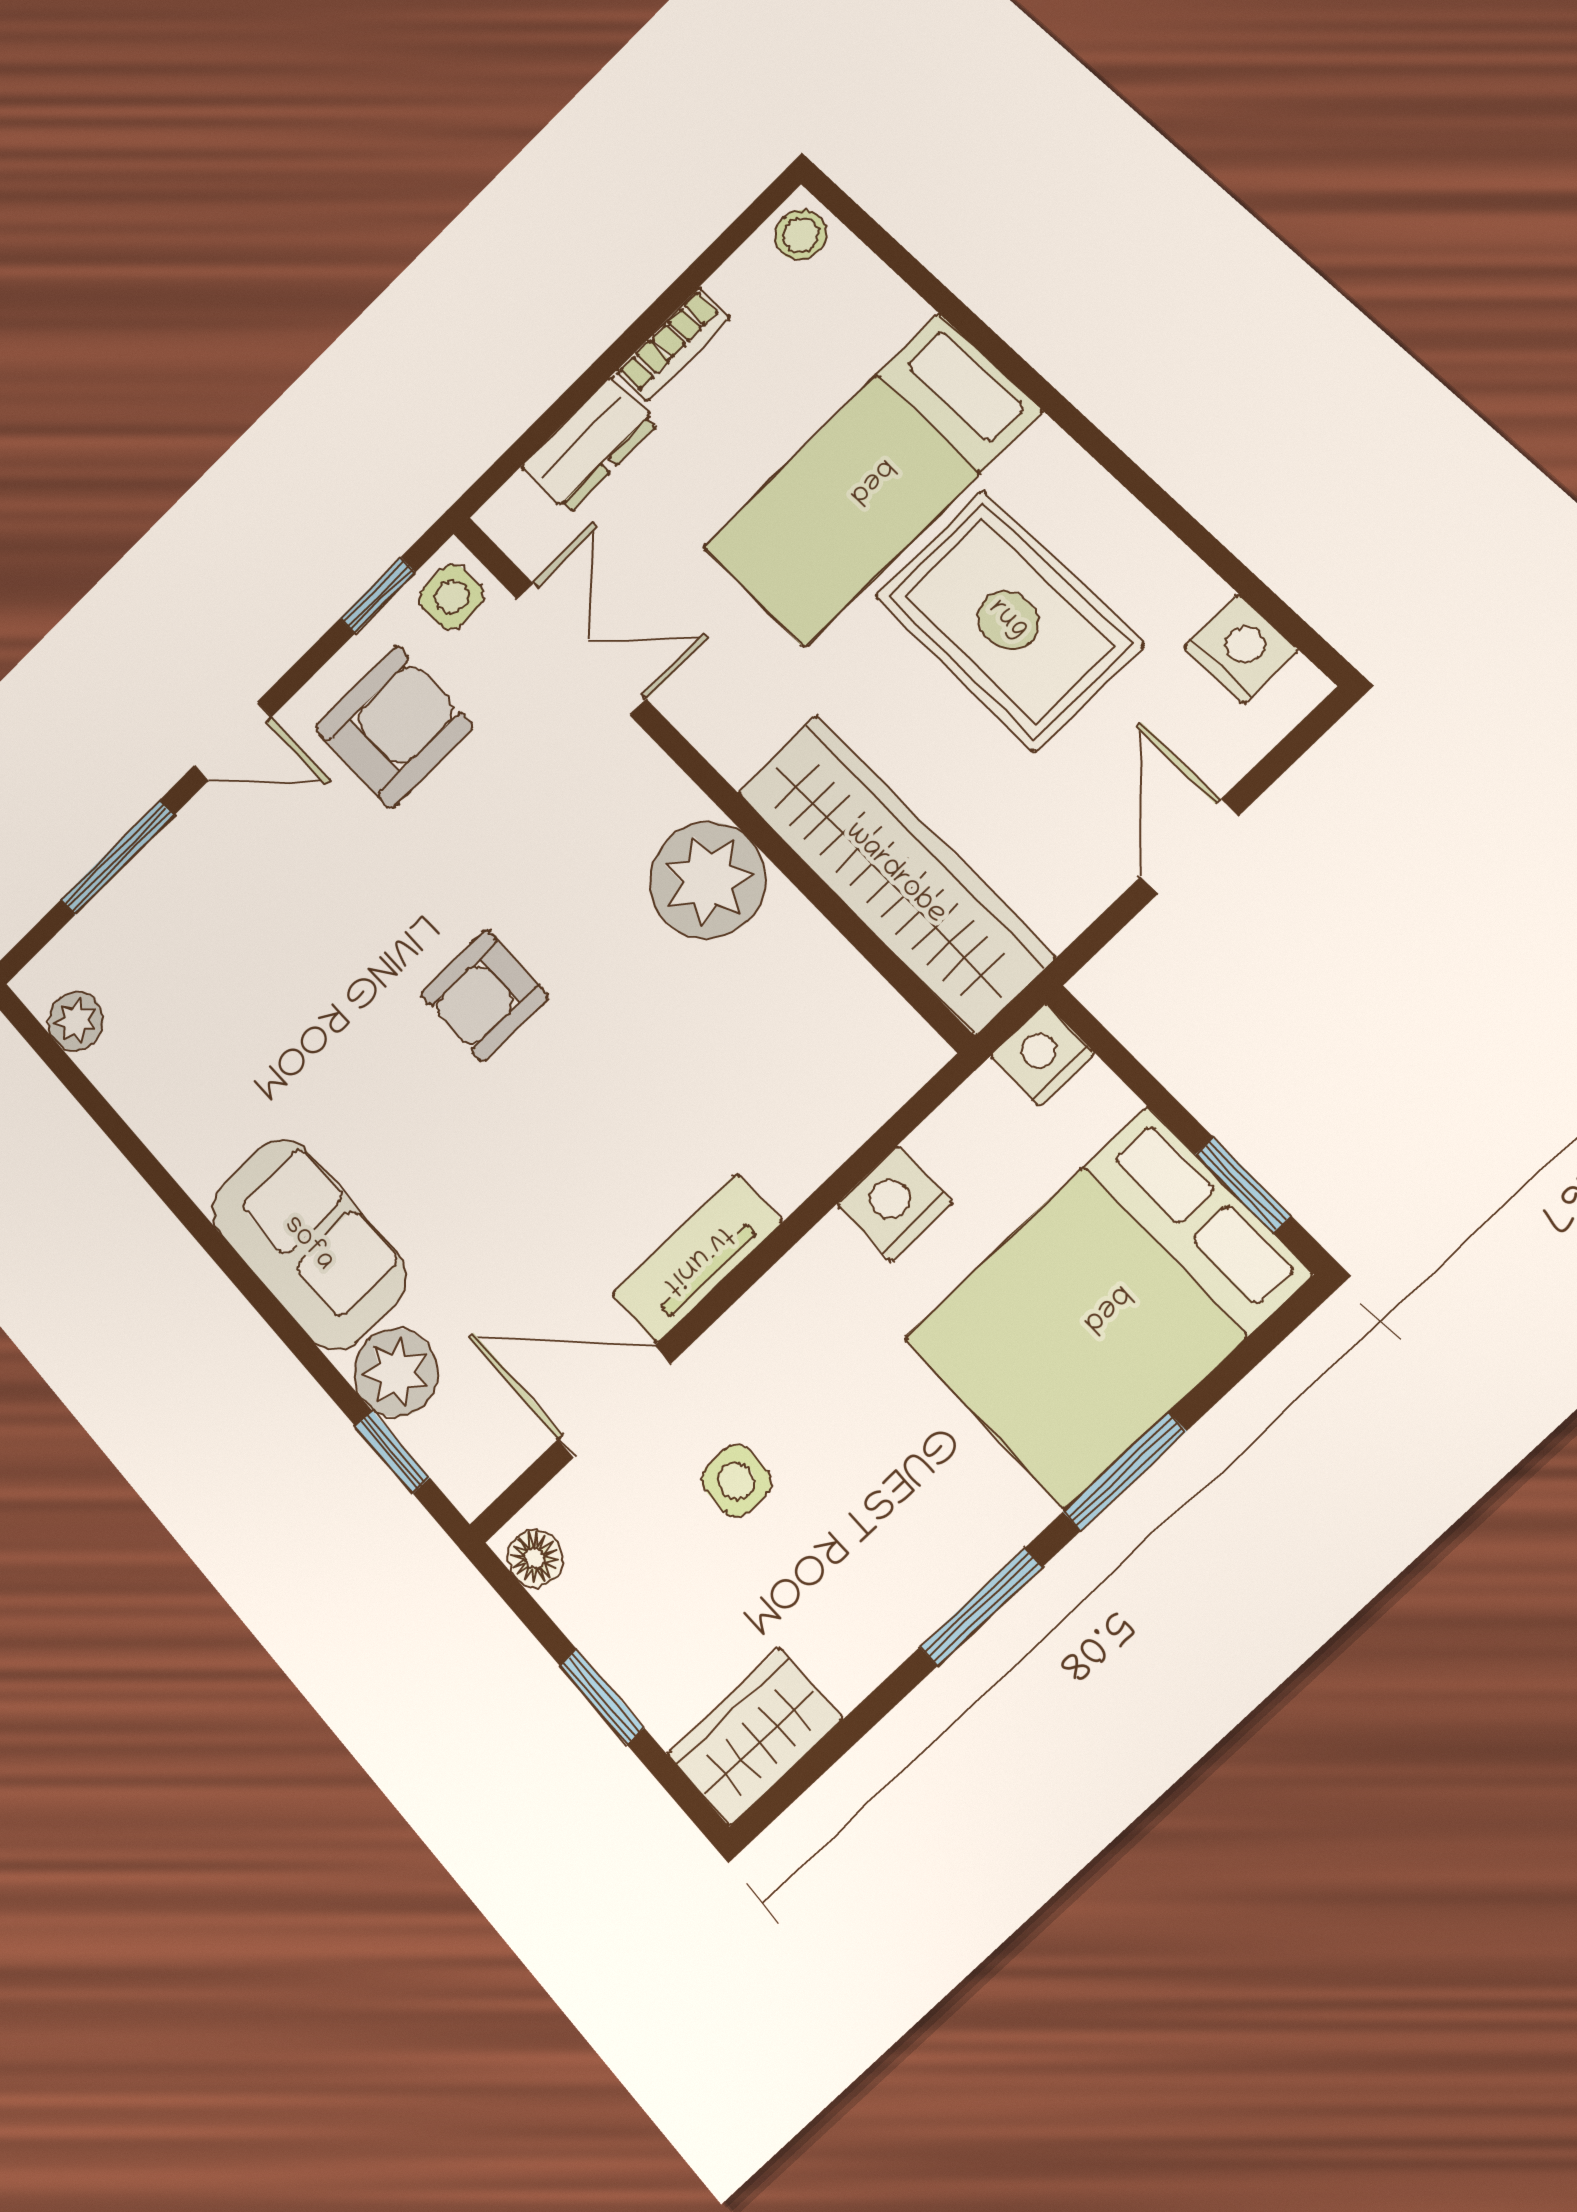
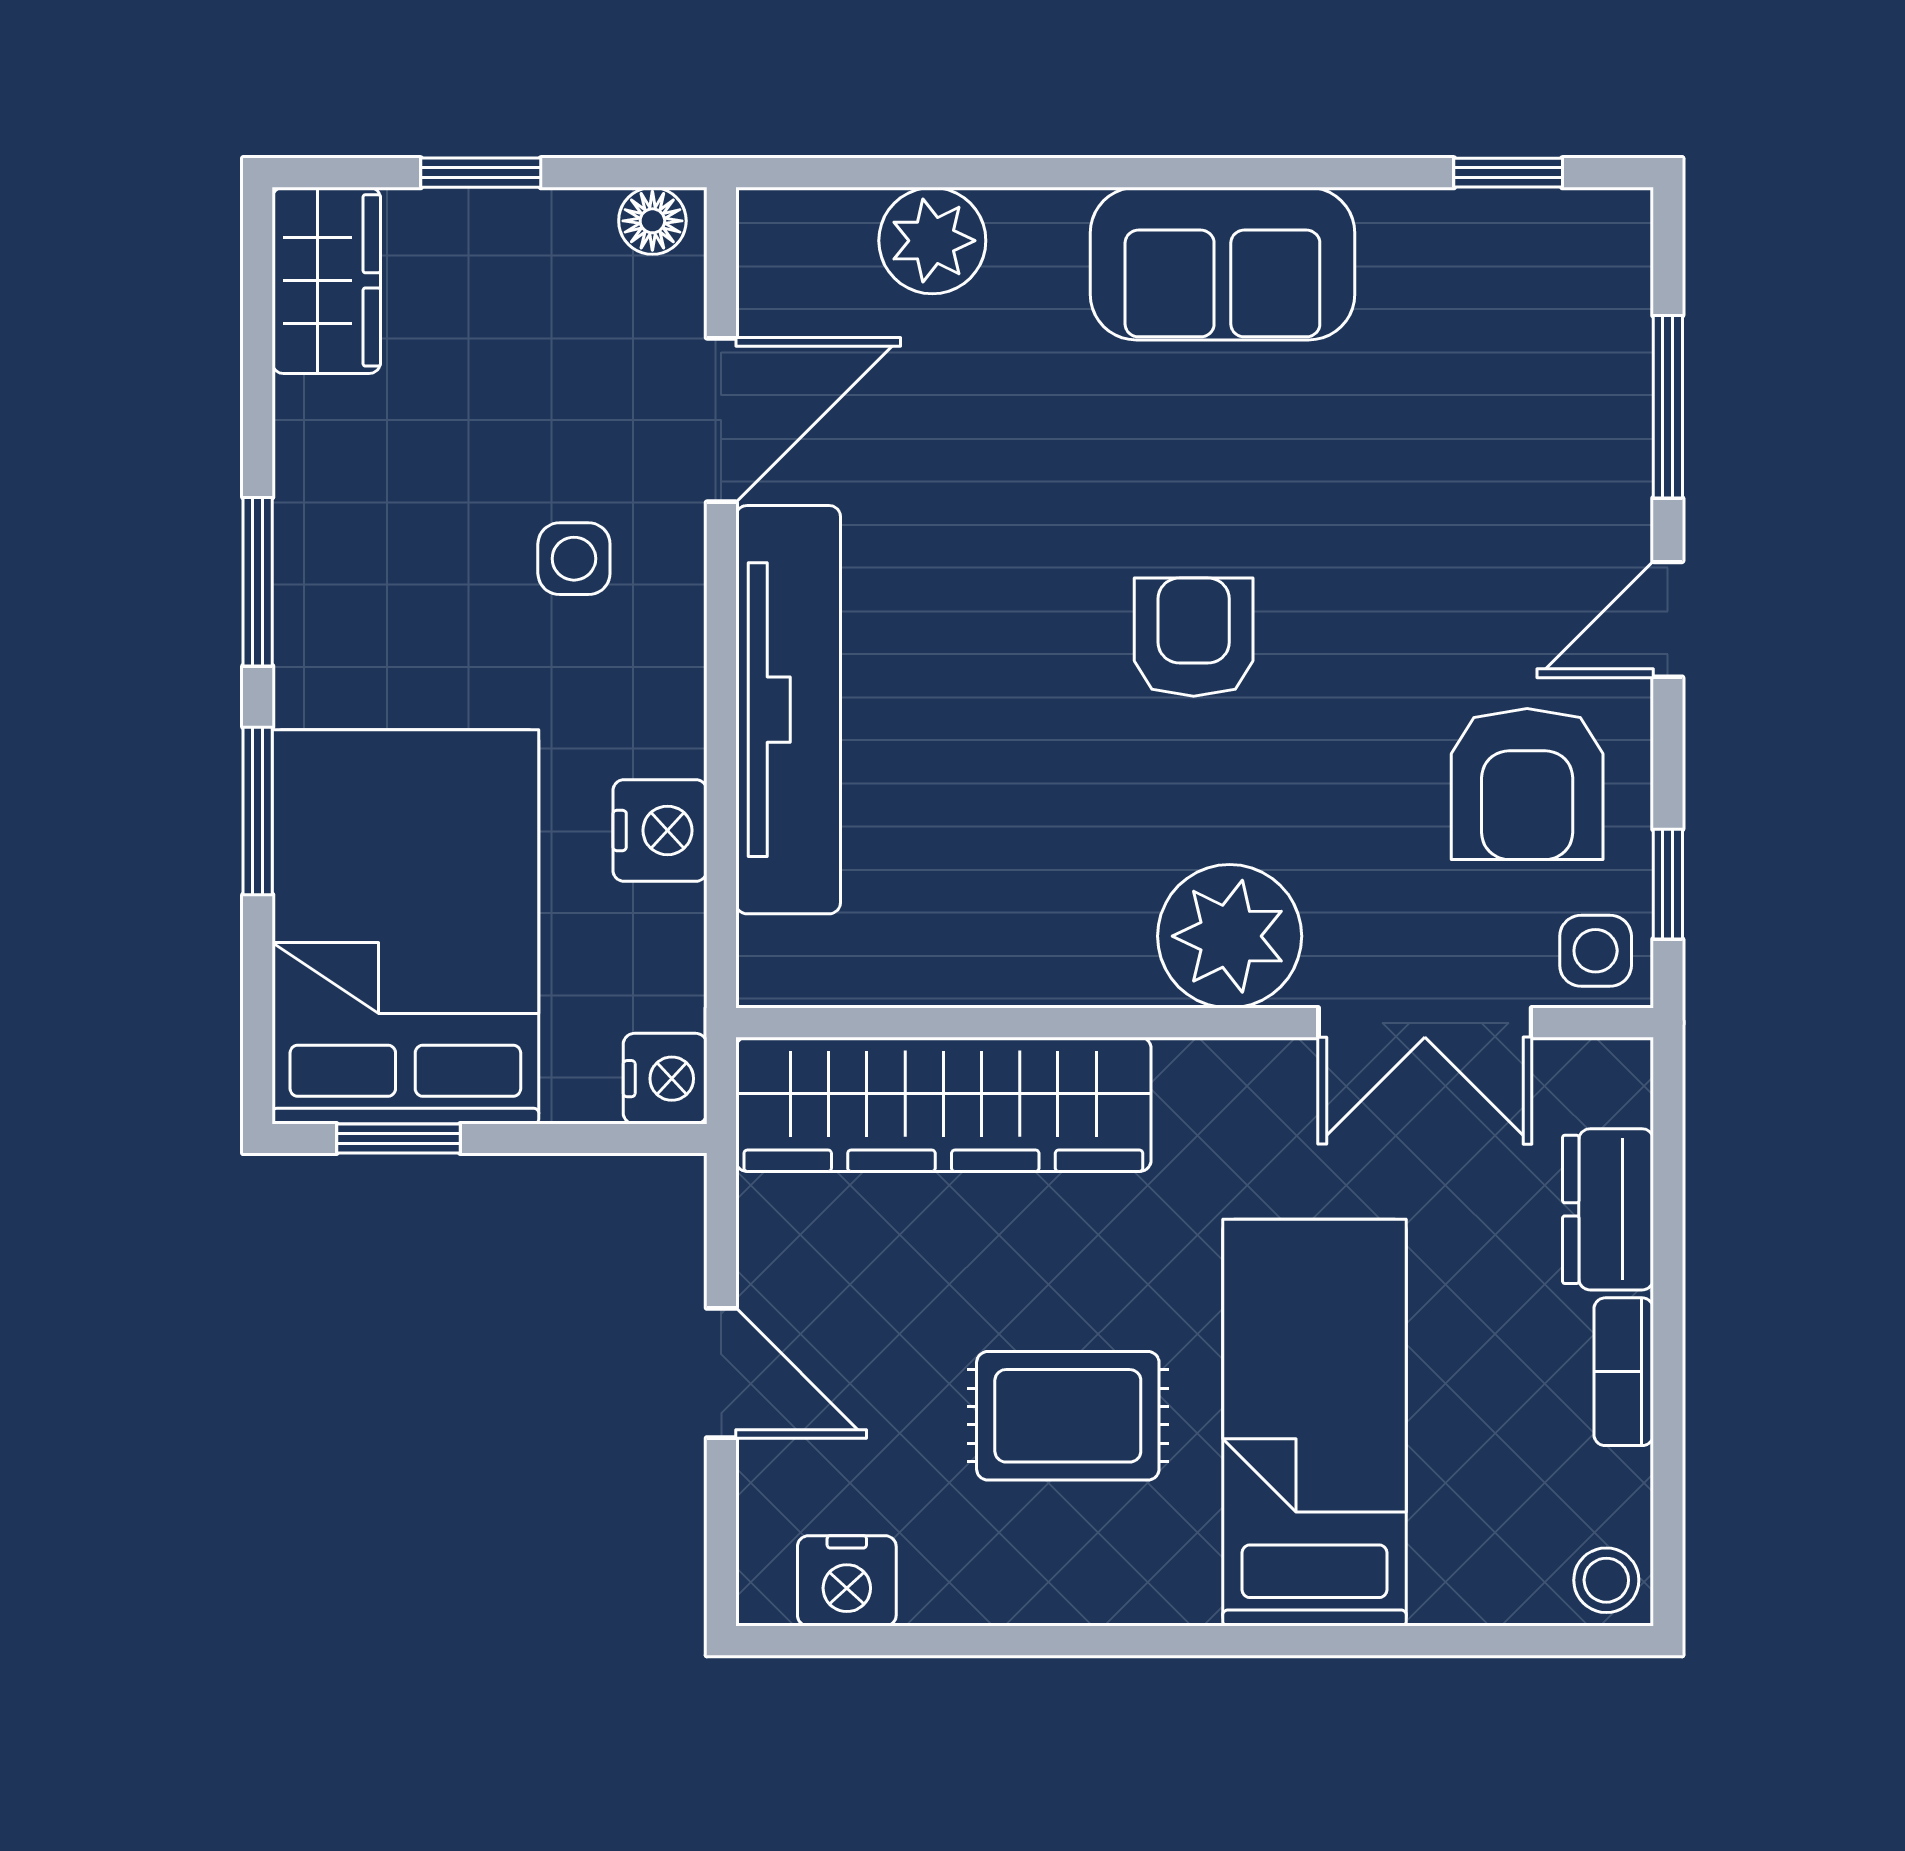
rug: (1008, 620) -> (1068, 1416), width x0.73, depth x0.70
plant: (708, 880) -> (1230, 936), moved
plant: (76, 1021) -> (1550, 225), removed
sofa: (308, 1244) -> (1222, 264), moved
tv unit: (697, 1258) -> (788, 710), width x1.92, depth x1.29
window: (392, 1452) -> (1508, 173), moved
side table: (736, 1481) -> (574, 559), moved

